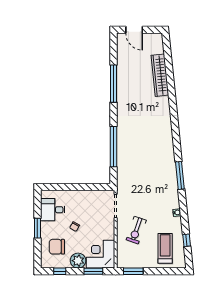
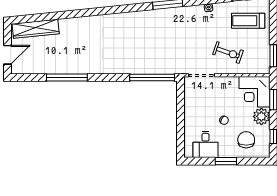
wardrobe: (160, 75) -> (36, 29), moved
window: (113, 147) -> (152, 78), moved
chair: (57, 247) -> (246, 140), turned 180

